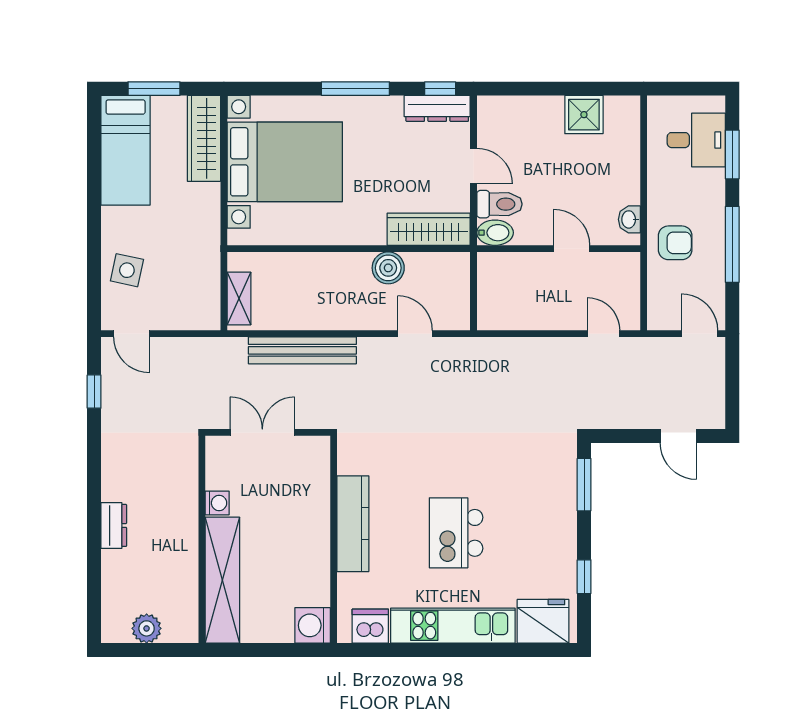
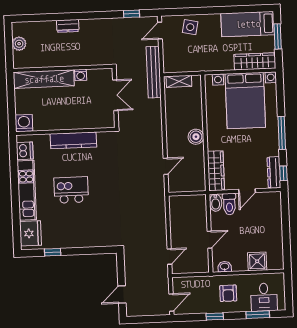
shower: (584, 115) -> (257, 261), moved
armchair: (675, 243) -> (228, 293), moved
window: (732, 244) -> (215, 316), width x0.46
boiler: (388, 268) -> (196, 137), moved
bench: (302, 350) -> (154, 72), moved
window: (584, 485) -> (97, 250), removed

